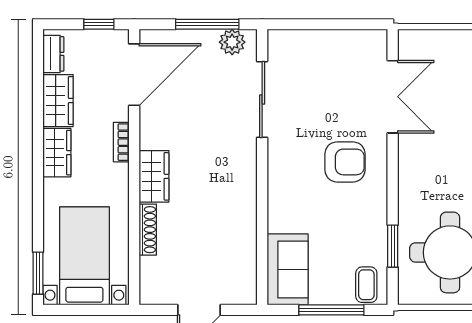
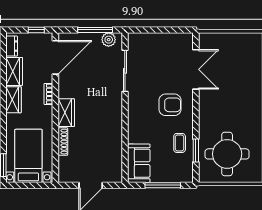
coffee table: (366, 285) -> (180, 143), moved

